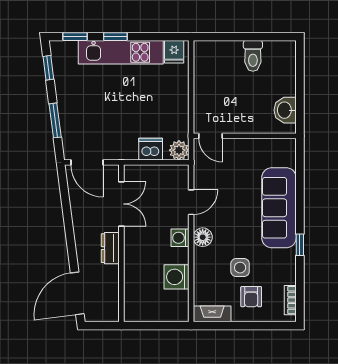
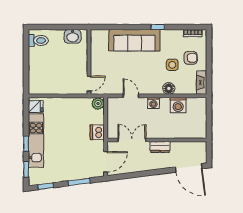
toilet: (253, 56) -> (38, 40), moved
dishwasher: (151, 149) -> (97, 132), moved
floor lamp: (203, 237) -> (169, 88), moved

